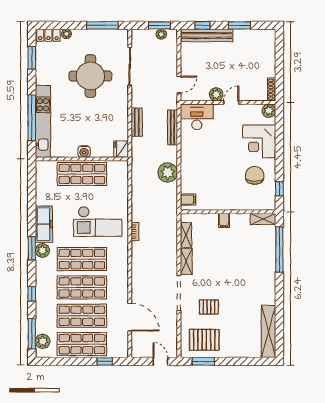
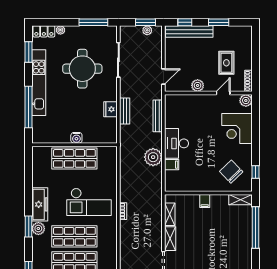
rug: (248, 70) -> (226, 63), added
door: (231, 102) -> (223, 93), moved
desk: (197, 117) -> (177, 143), moved, turned -90
kitchen unit: (43, 121) -> (39, 83), moved
fridge: (121, 149) -> (110, 109), moved
chair: (255, 175) -> (231, 172), moved, turned -44
filing cabinet: (188, 200) -> (172, 165), moved

